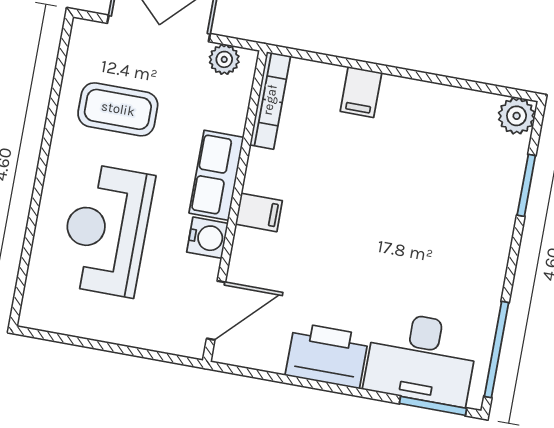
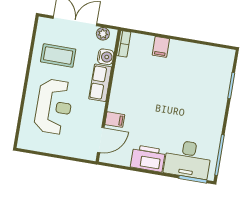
bookcase: (270, 100) -> (124, 44), width x0.64
plant: (517, 116) -> (227, 56), removed
filing cabinet: (259, 212) -> (115, 120), moved
reception desk: (106, 230) -> (54, 107), turned 180
water cooler: (207, 238) -> (106, 57), moved

